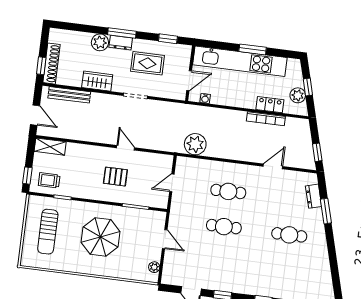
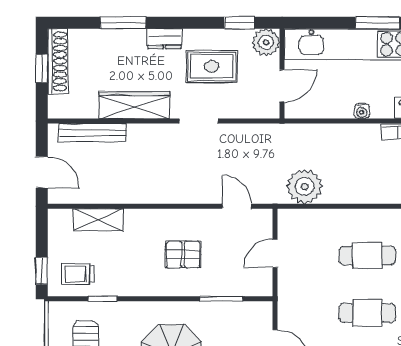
window: (122, 33) -> (123, 23), moved
plant: (100, 42) -> (266, 42), moved
shoe rack: (52, 64) -> (58, 61), moved
window: (41, 66) -> (42, 68), moved
wardrobe: (97, 81) -> (135, 105), width x1.50
water cooler: (205, 99) -> (362, 111), moved
shelving: (50, 147) -> (98, 220), moved
door: (125, 148) -> (237, 206), moved

